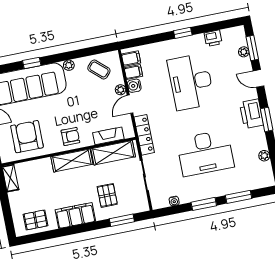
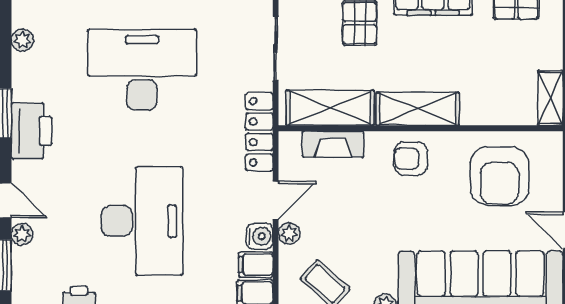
plant: (244, 52) -> (22, 234), moved

